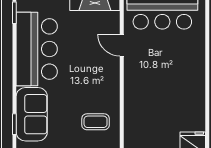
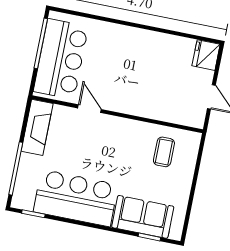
door: (122, 45) -> (89, 109), swing flipped

